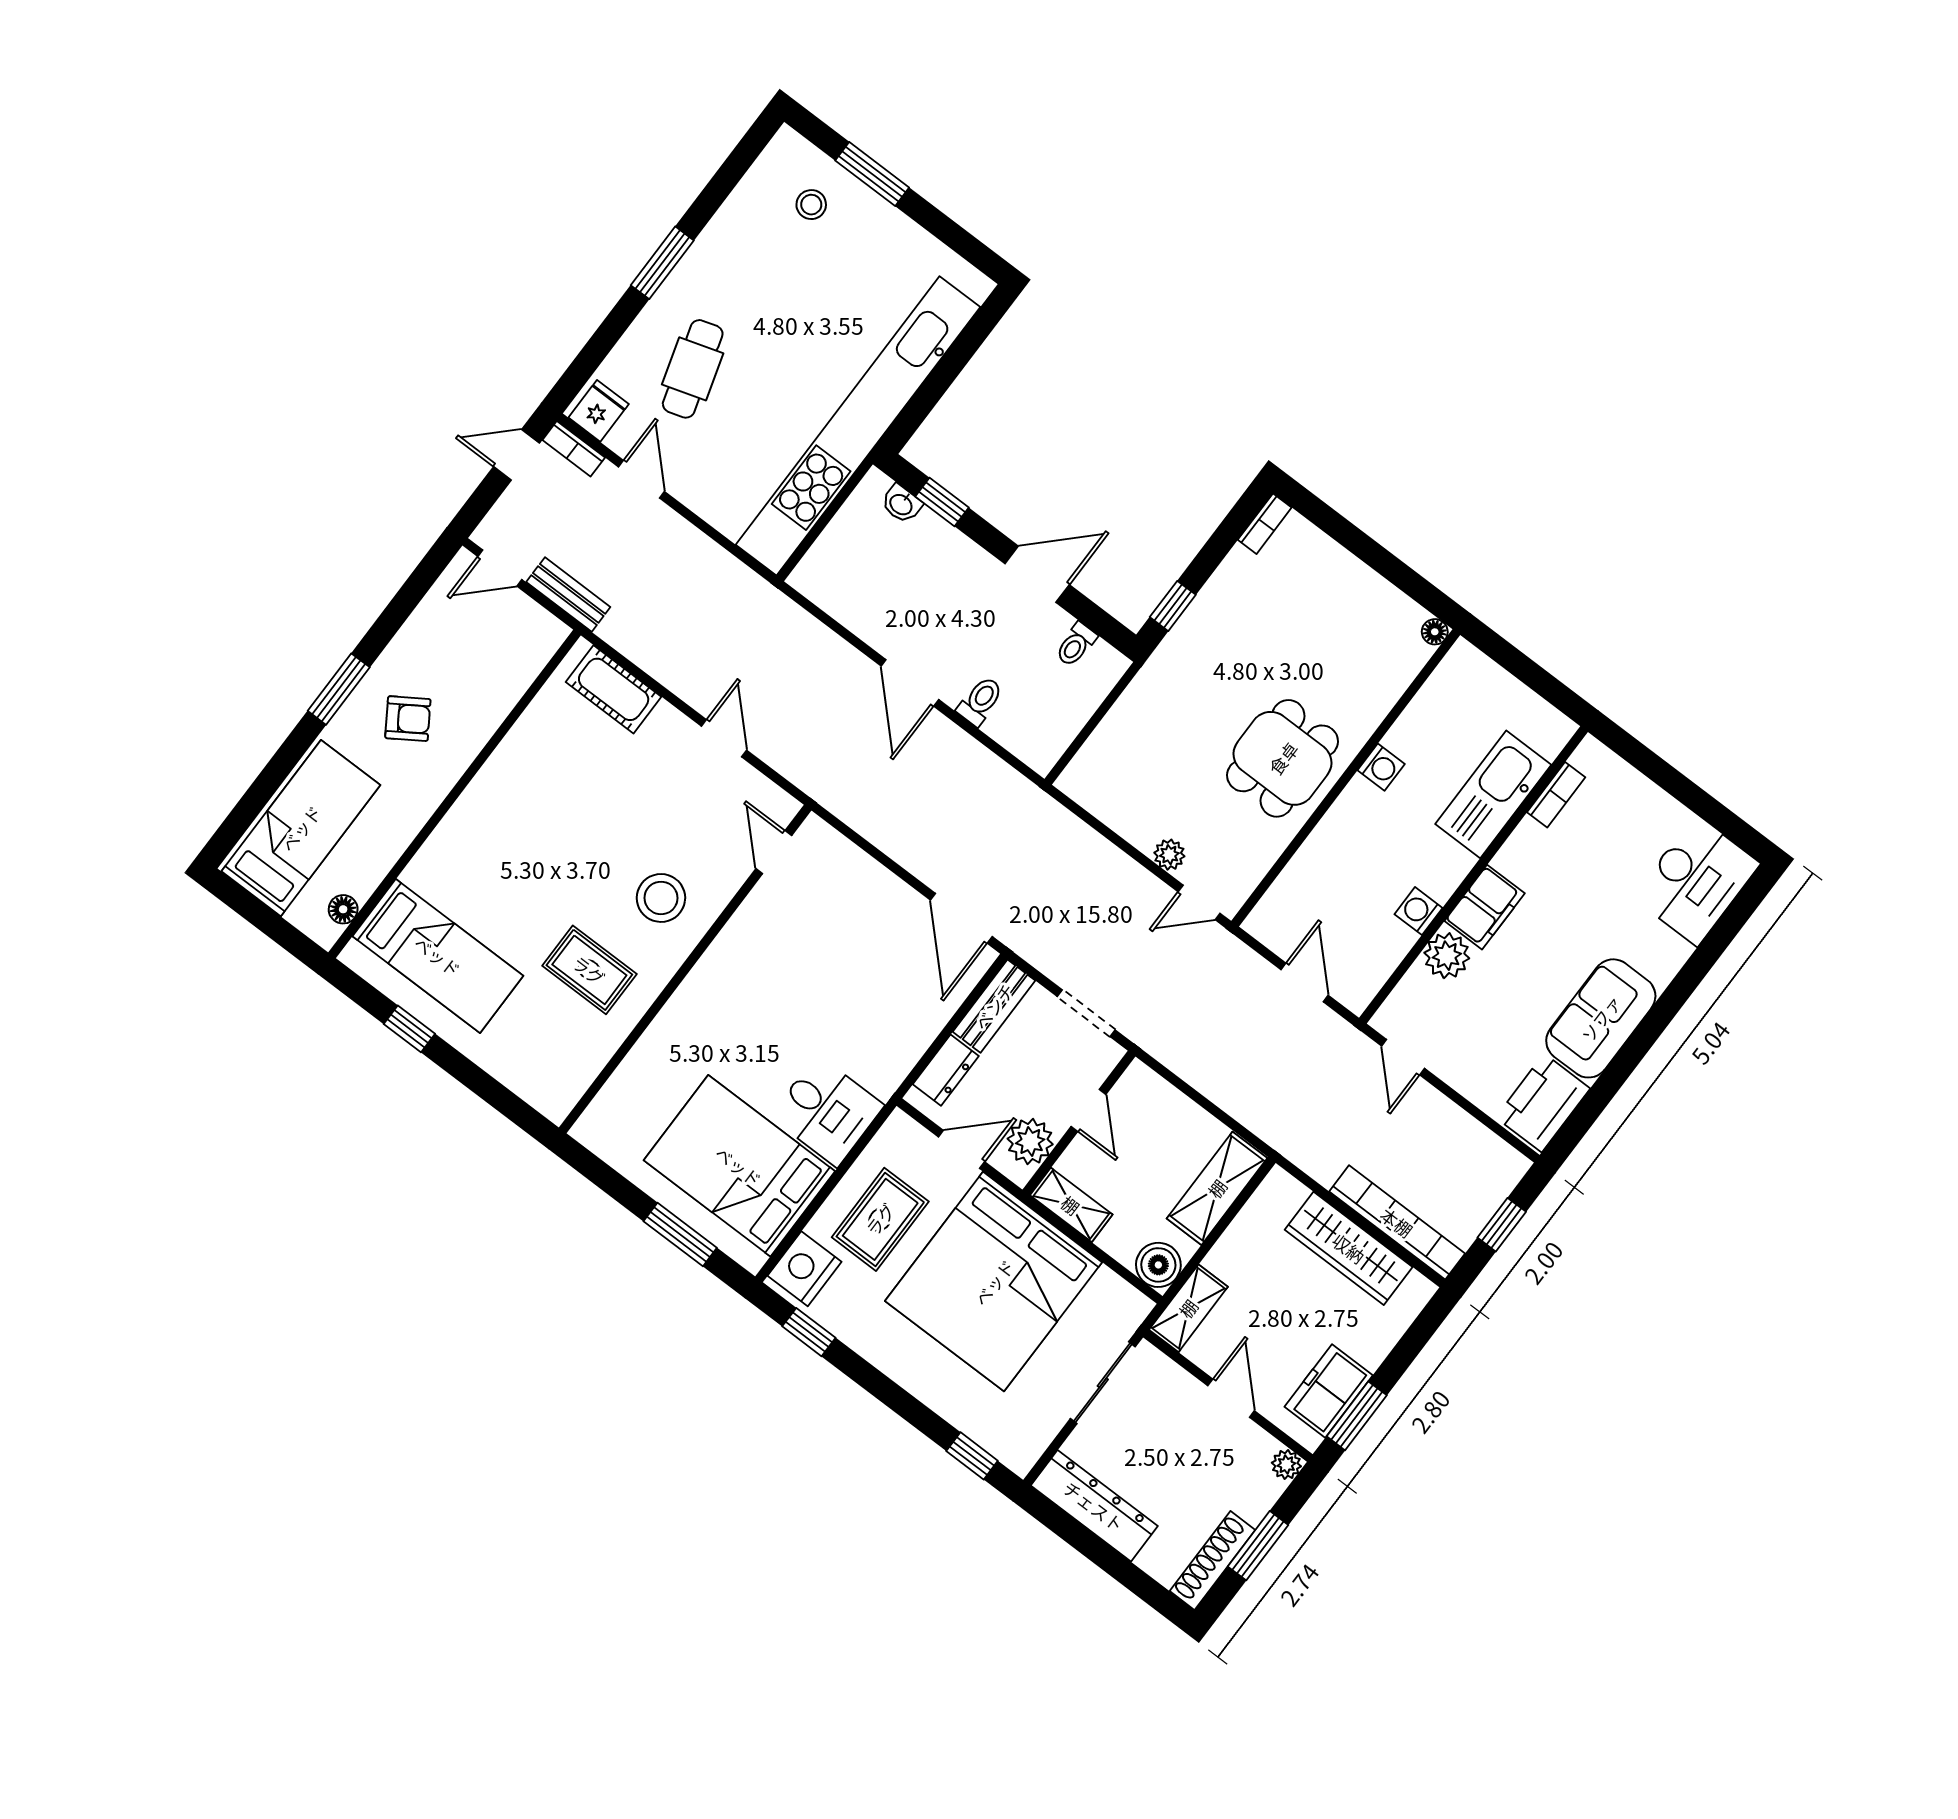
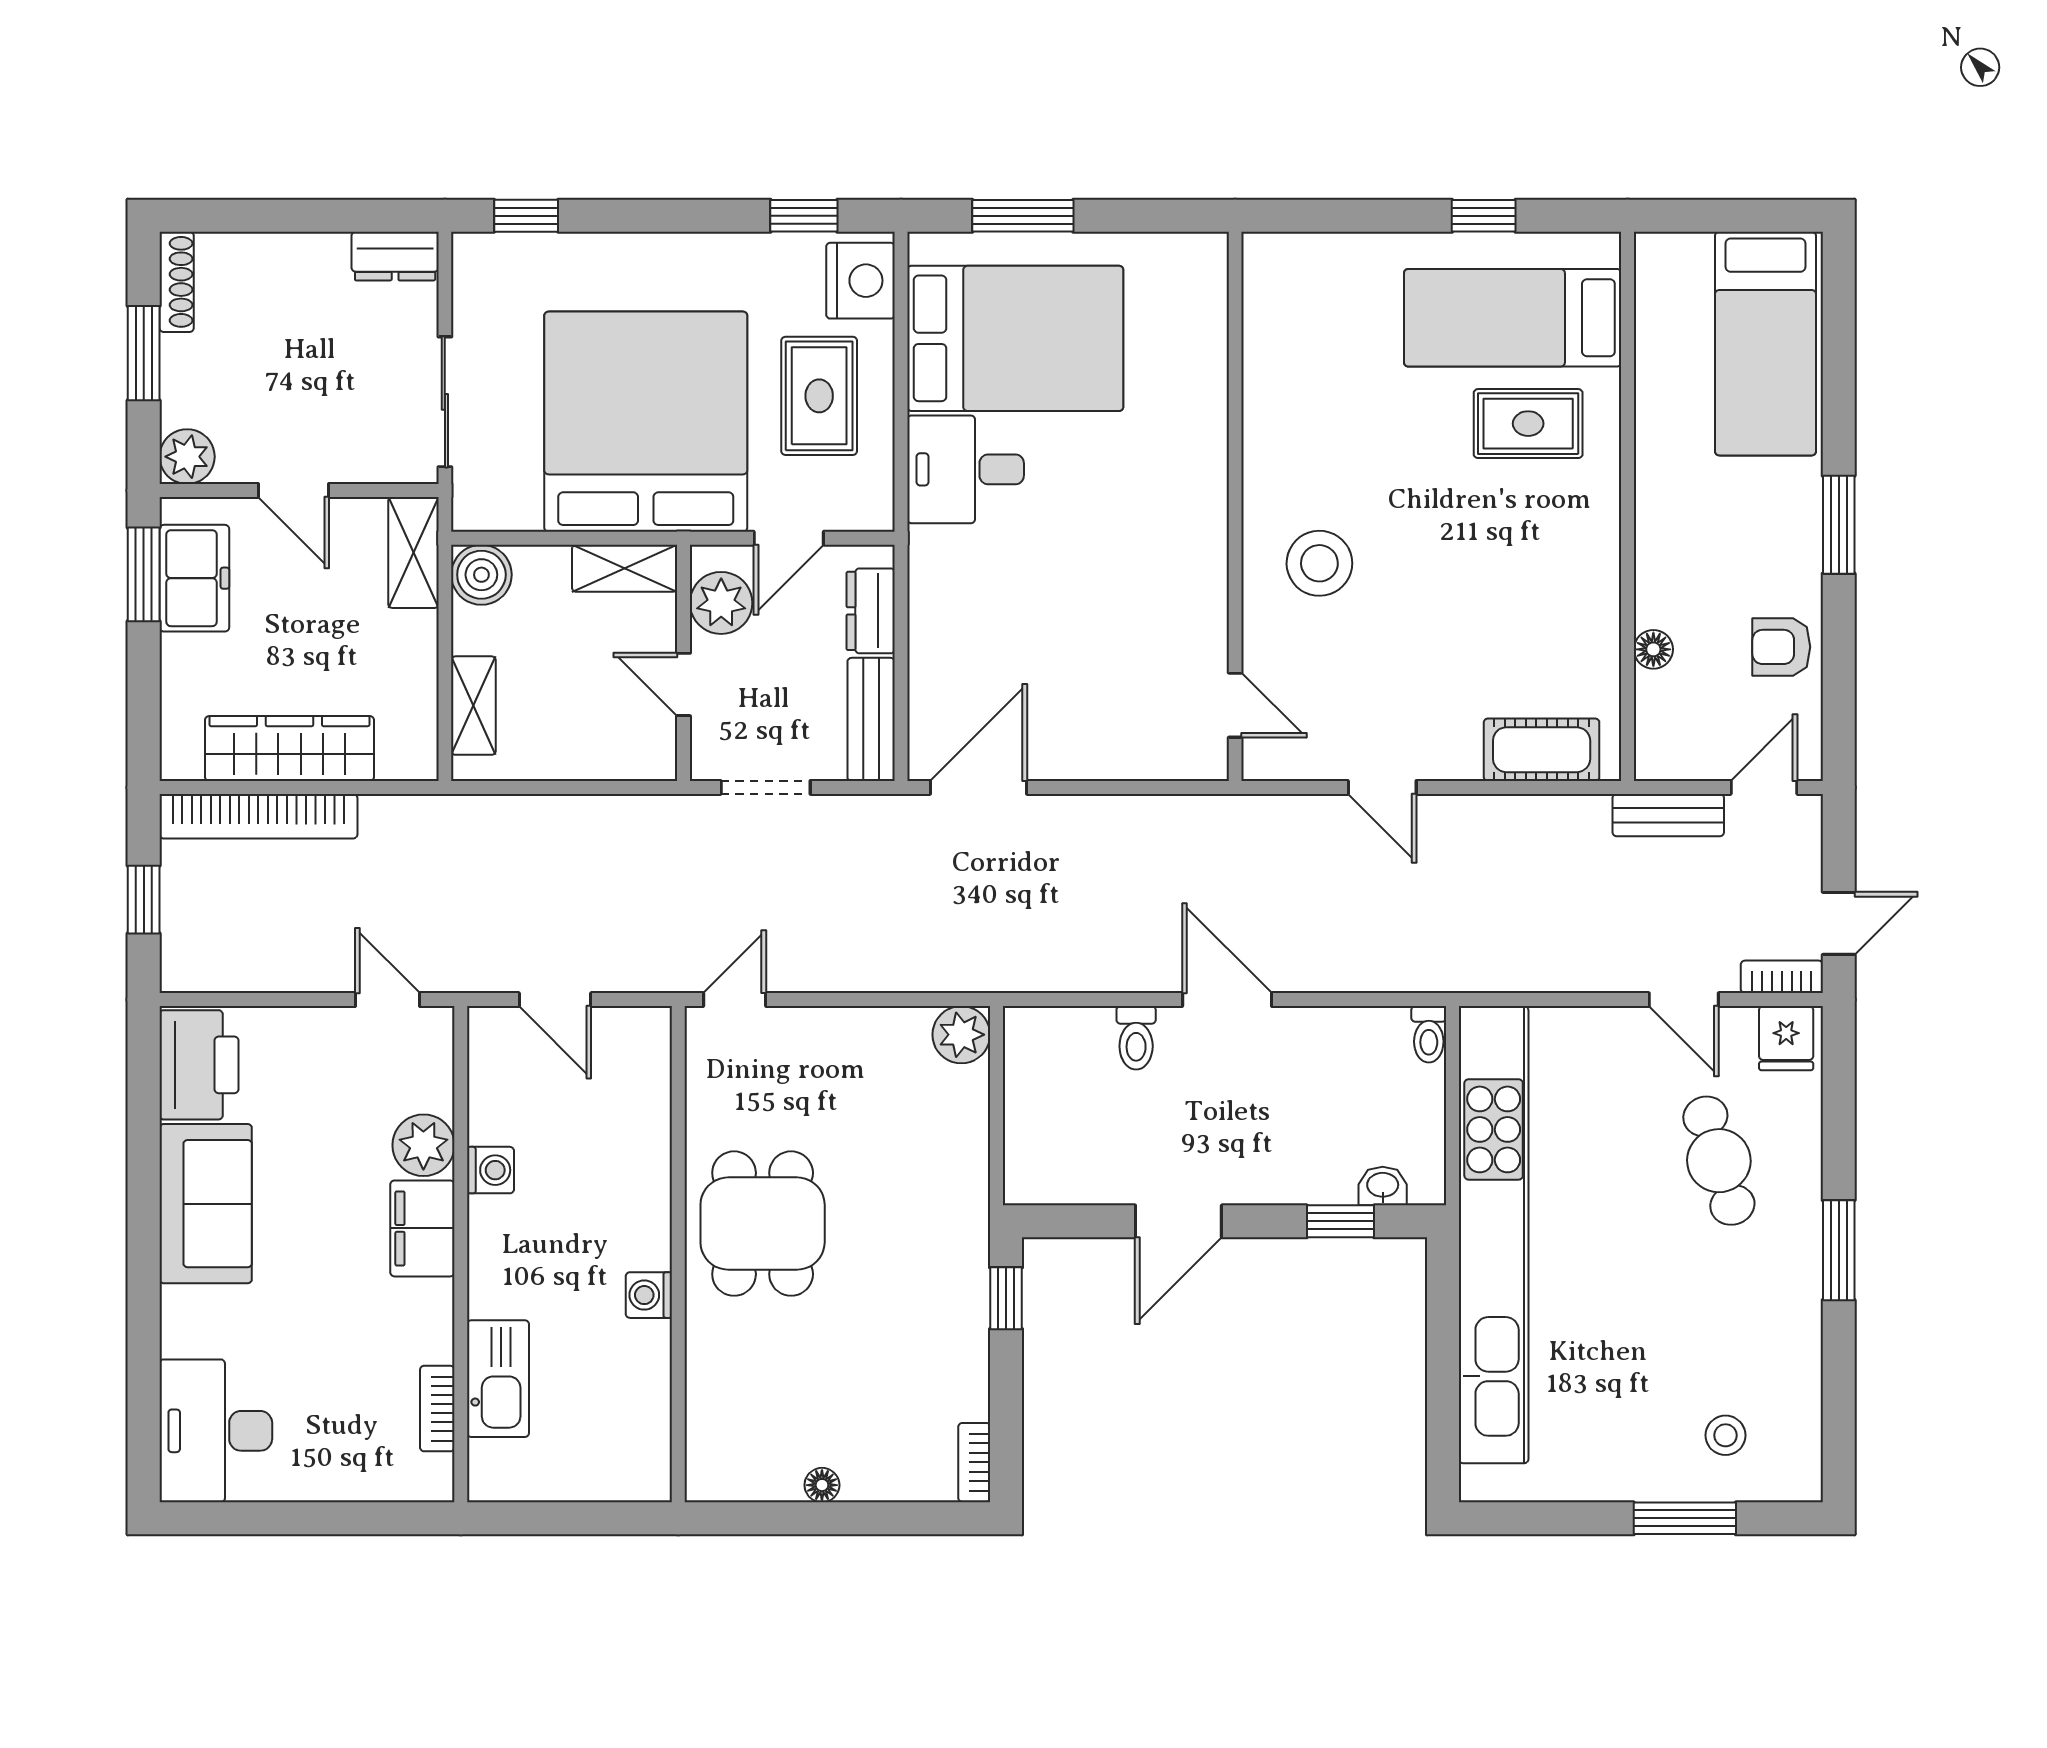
floor lamp: (1435, 632) -> (822, 1485), moved
toilet: (1076, 645) -> (1429, 1034), moved, turned 180
armchair: (408, 719) -> (1781, 647), moved, turned 33
kitchen sink: (1493, 794) -> (498, 1379), width x0.73, depth x0.81
plant: (1169, 855) -> (961, 1035), moved, width x1.38, depth x1.38
floor lamp: (343, 909) -> (1653, 649), moved
door: (961, 918) -> (979, 787), hinge flipped
rug: (589, 970) -> (1528, 424), moved
shelving: (1217, 1188) -> (473, 706), width x0.67, depth x0.75
plant: (1286, 1465) -> (187, 457), width x1.38, depth x1.38
dresser: (1094, 1506) -> (395, 256), width x0.51, depth x0.80
shoe rack: (1213, 1560) -> (177, 282), width x0.74, depth x0.81

